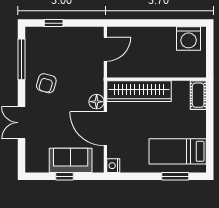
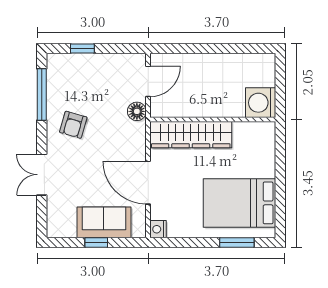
washing machine: (189, 39) -> (261, 103), moved, turned 90
cot: (198, 95) -> (266, 140), removed
floor lamp: (97, 102) -> (137, 111), moved
bed: (178, 151) -> (240, 203), width x1.50

